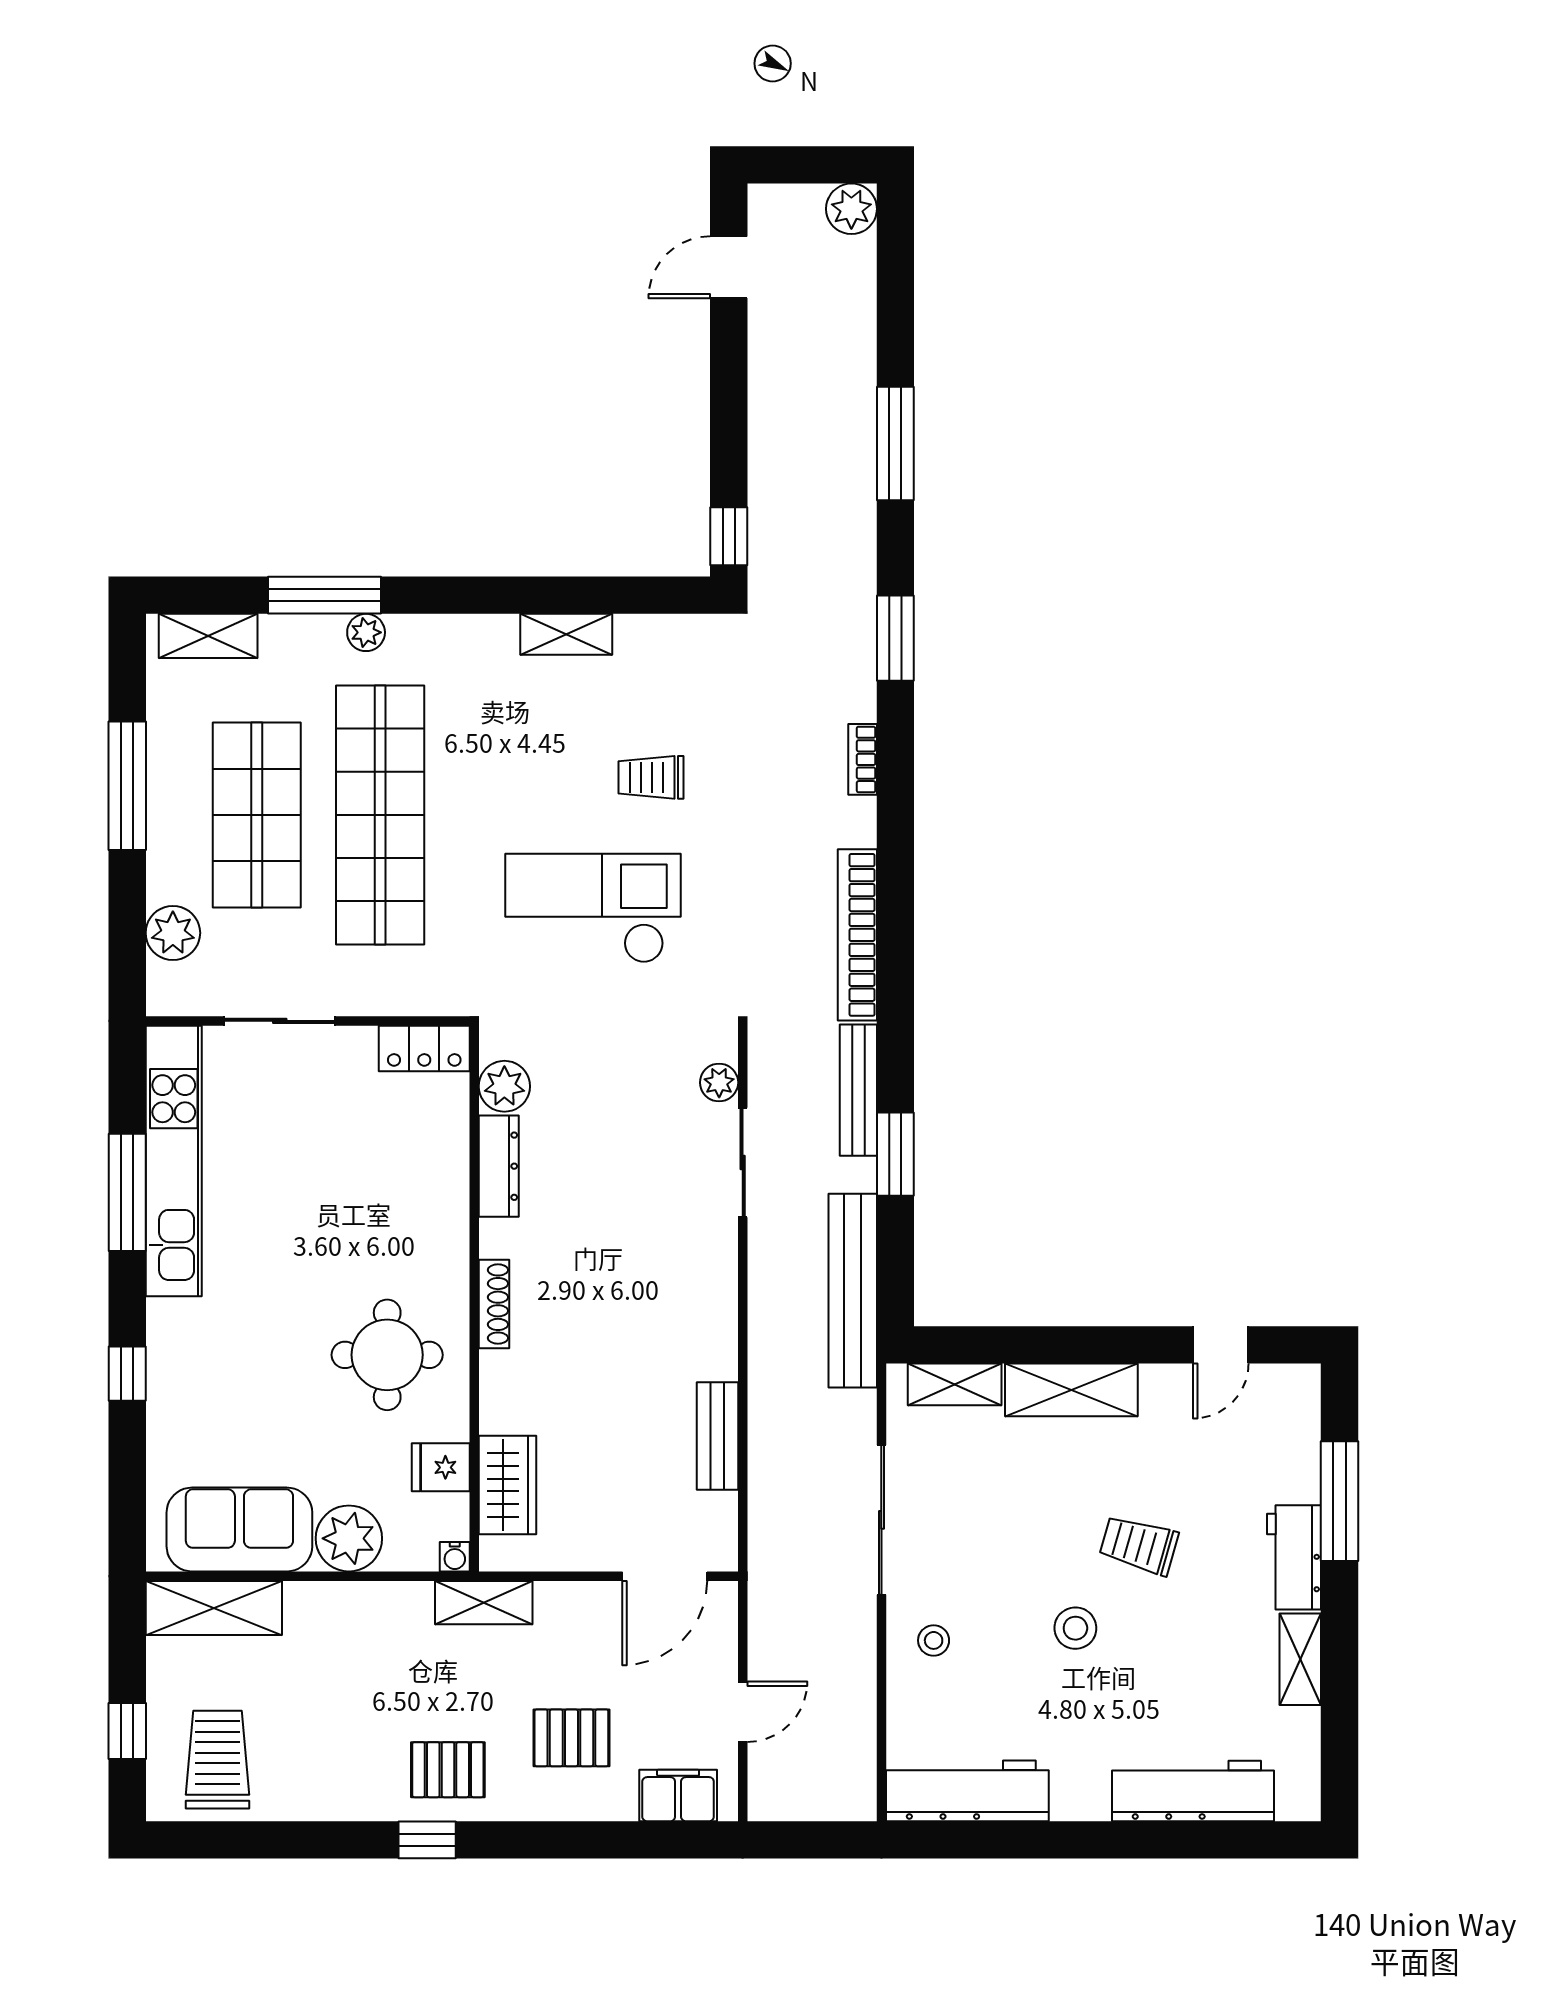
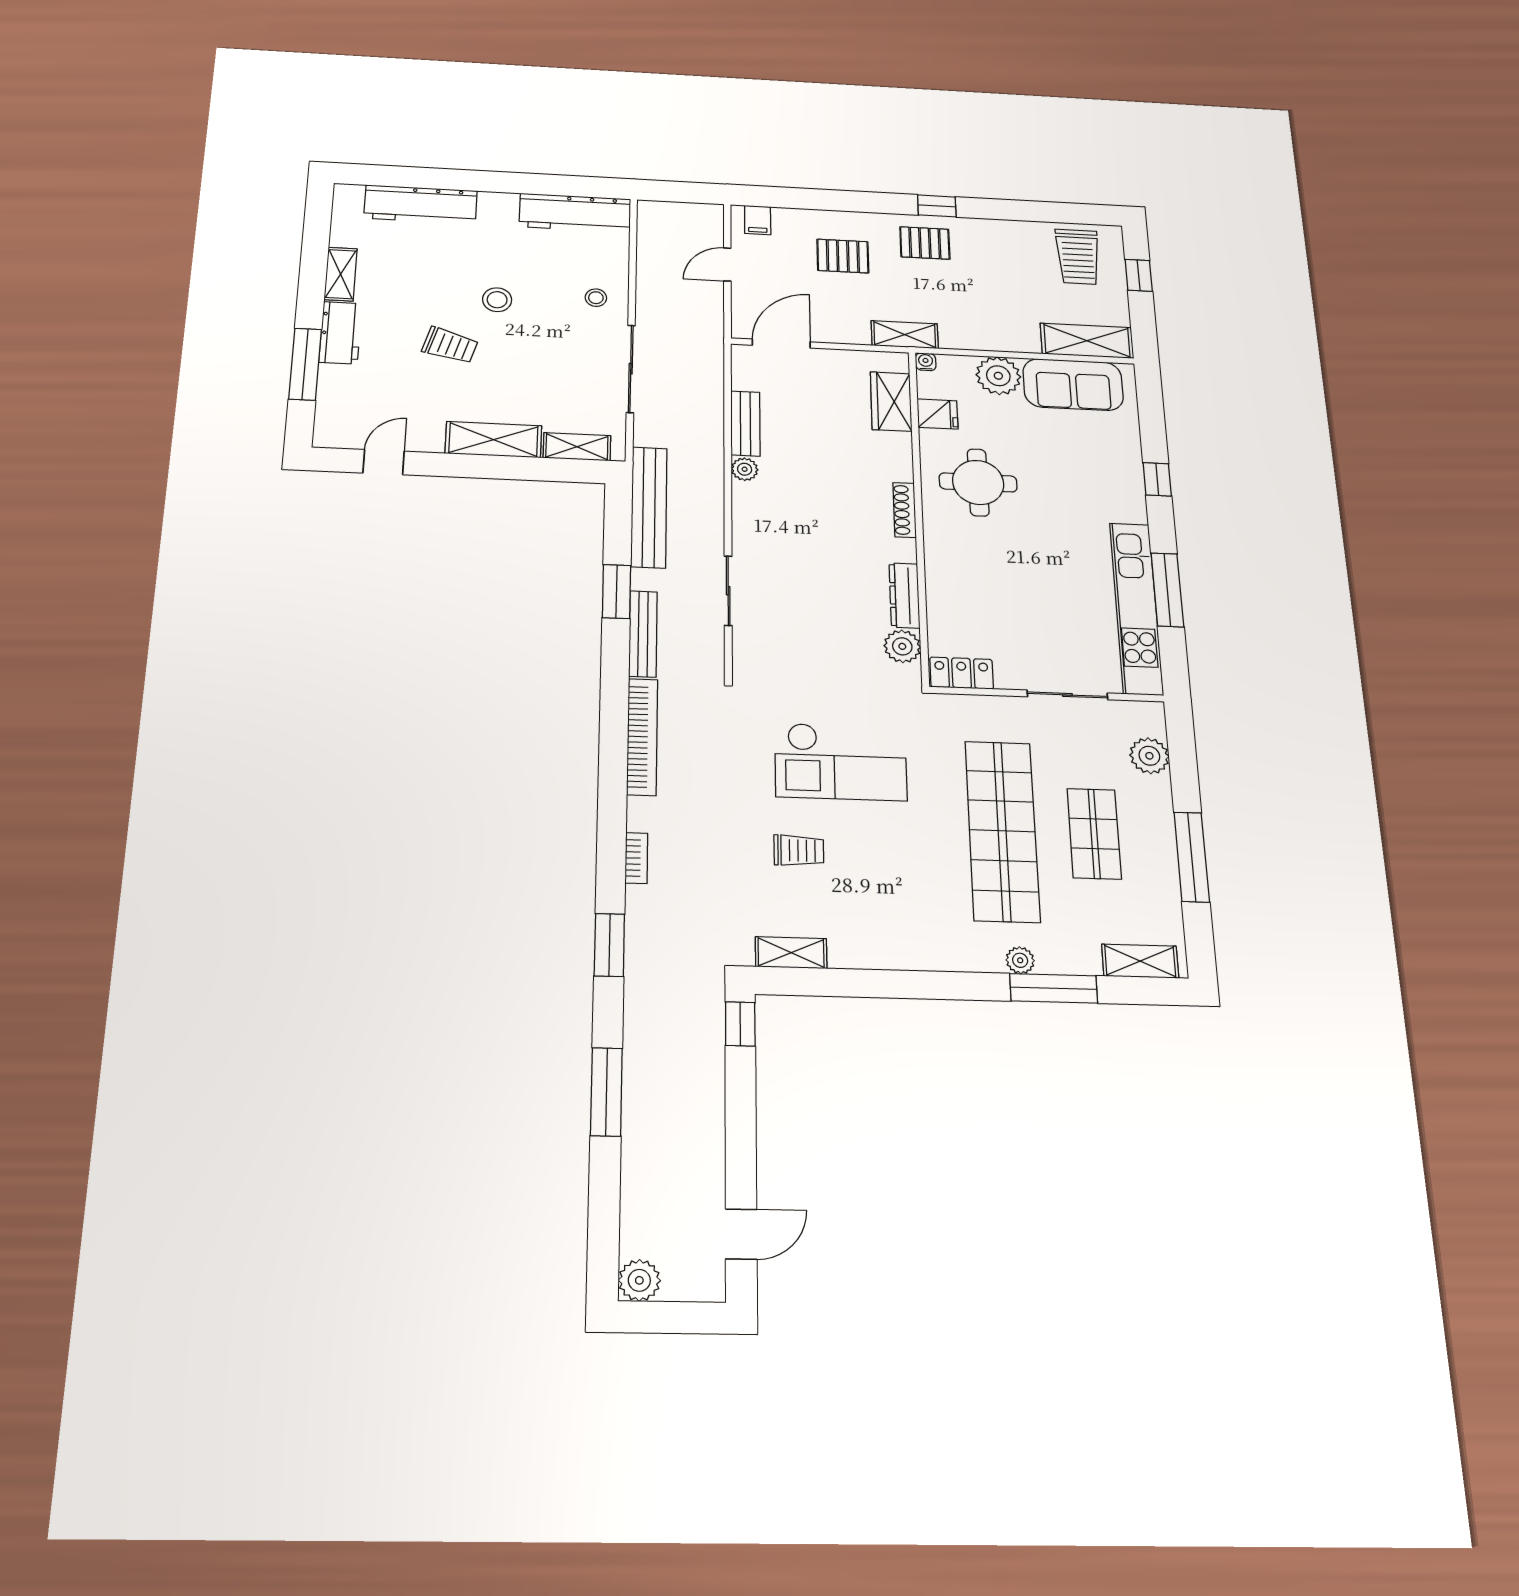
shelving: (566, 634) -> (791, 953), moved
shop shelf: (257, 815) -> (1094, 834), width x0.70, depth x0.74
plant: (719, 1083) -> (745, 469), moved
filing cabinet: (678, 1796) -> (758, 220), width x0.50

